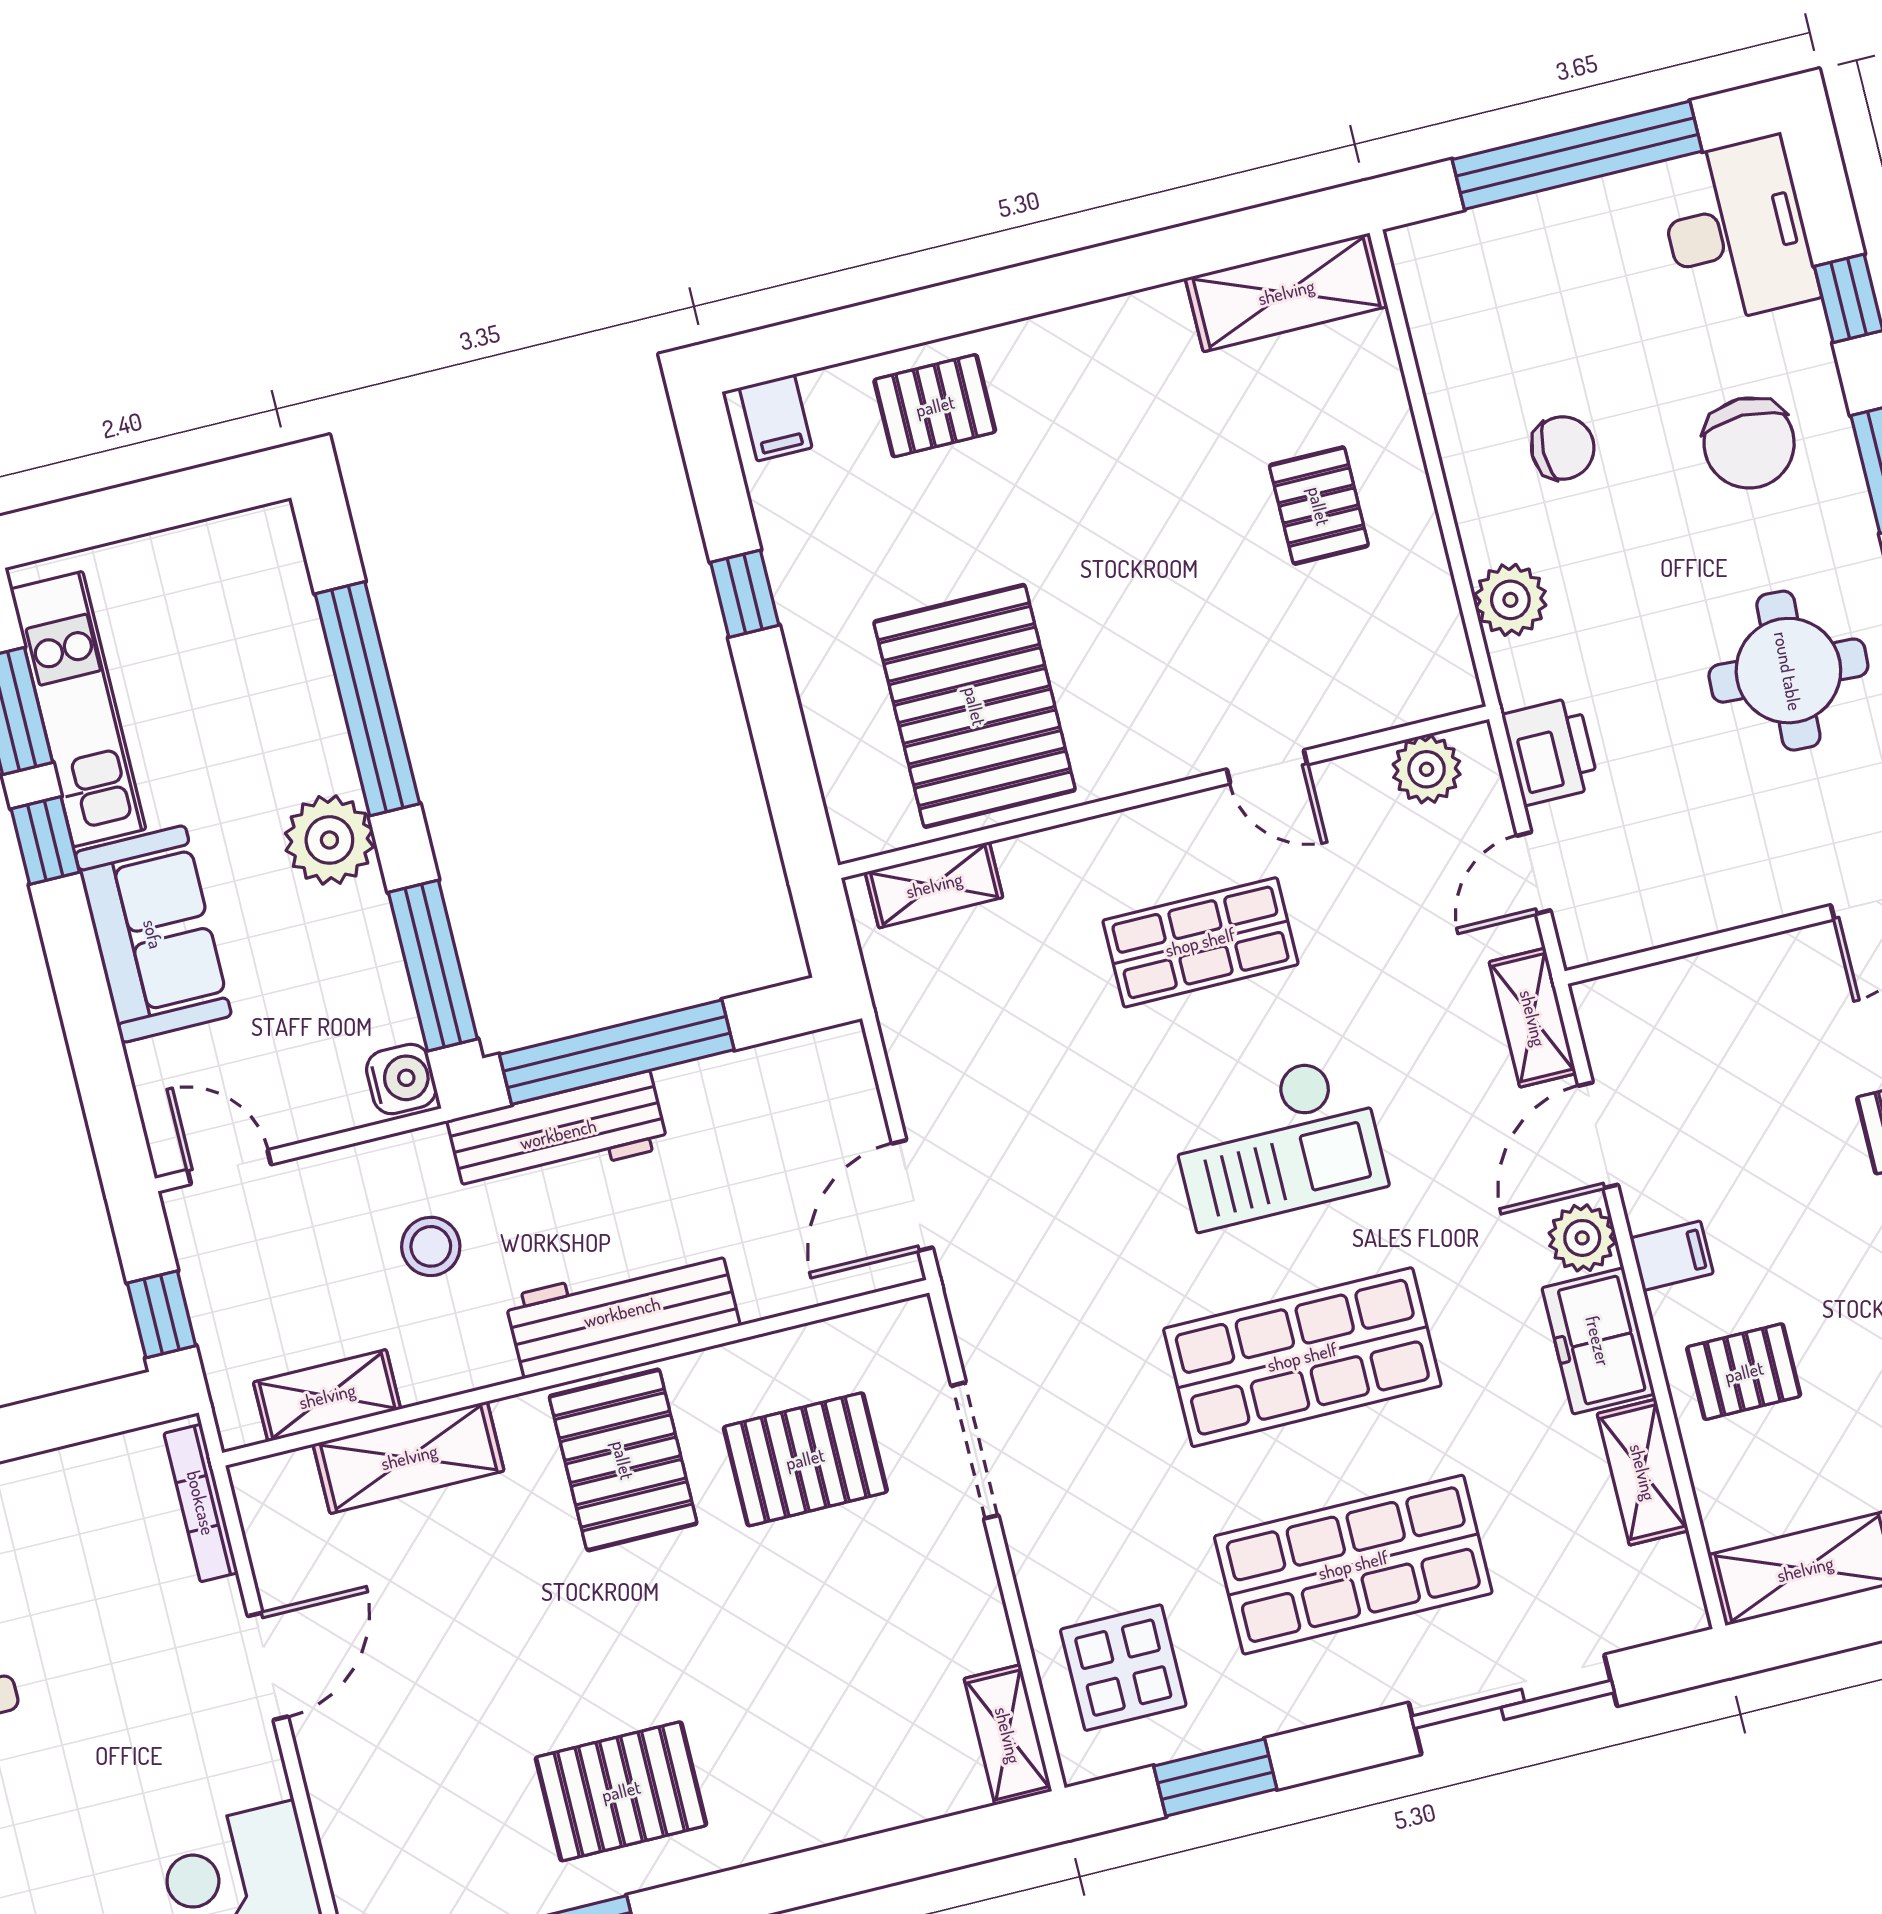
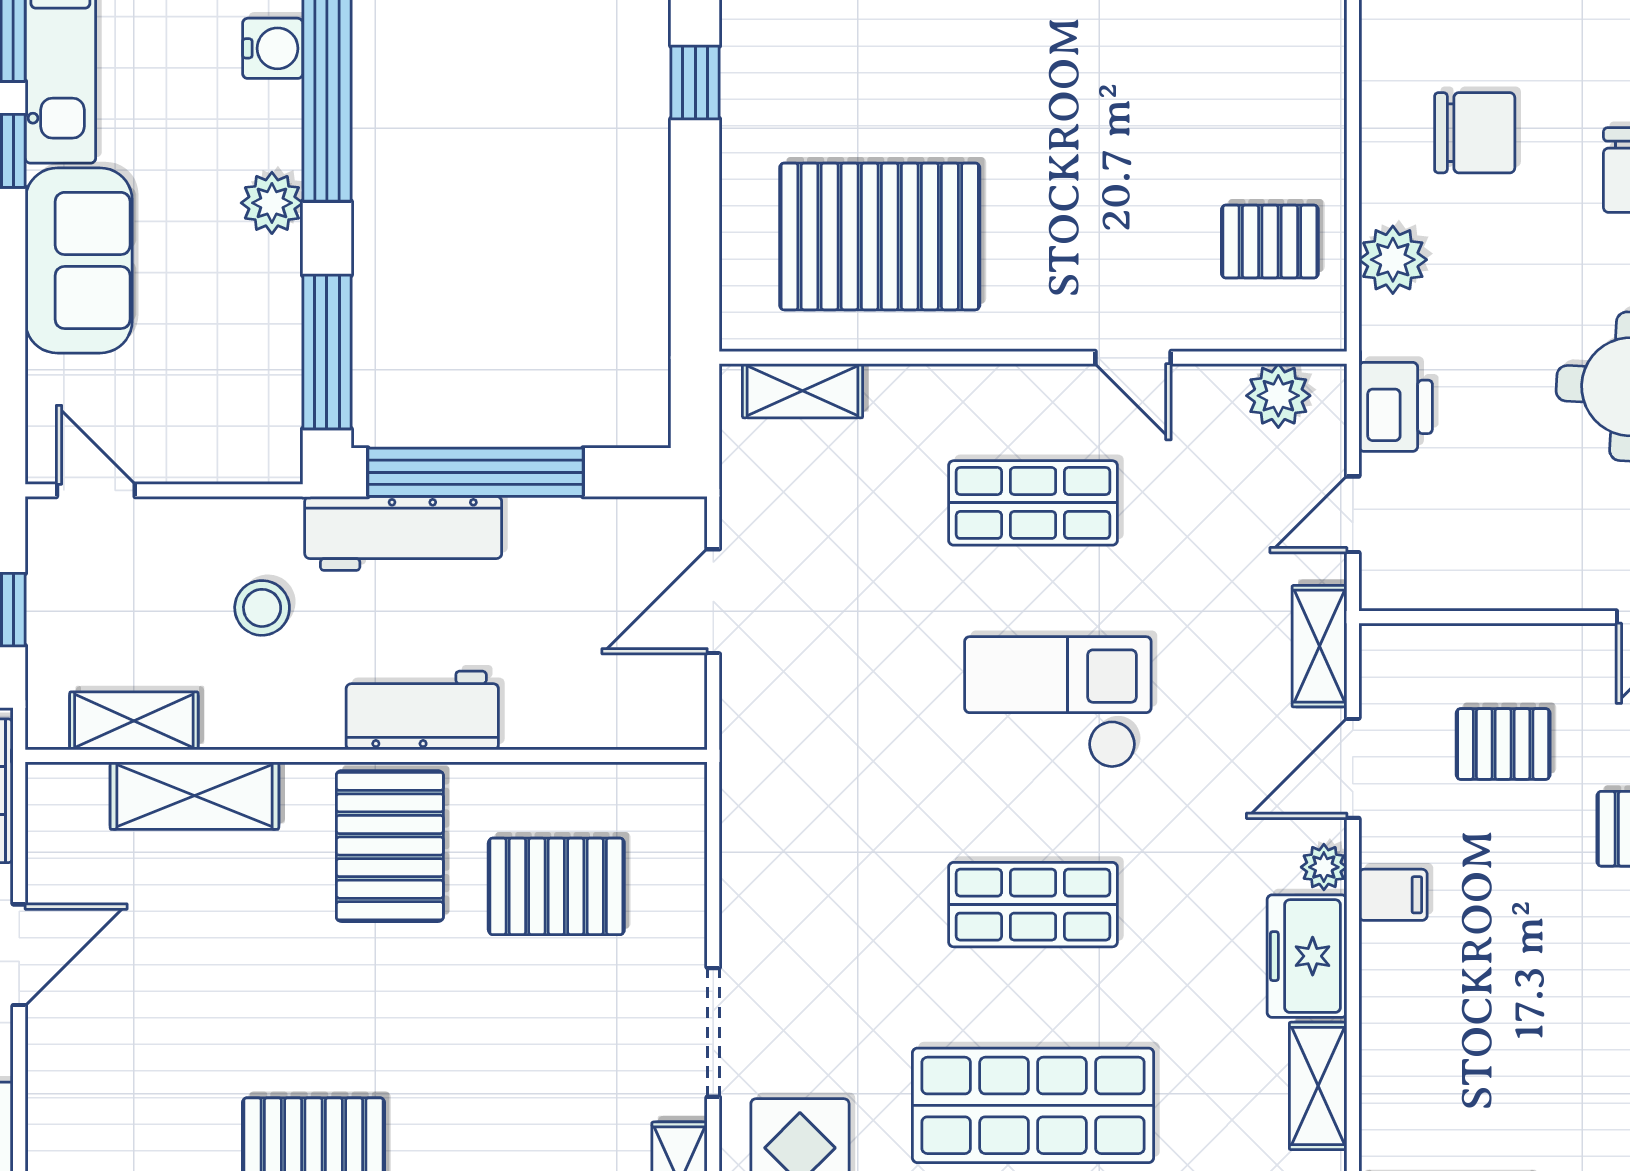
chair: (1563, 448) -> (1475, 133), width x1.37, depth x1.37
pallet: (1319, 506) -> (1270, 242), moved, turned 90
pallet: (975, 706) -> (880, 236), turned 90
plant: (329, 840) -> (272, 203), width x0.73, depth x0.73
water cooler: (401, 1079) -> (273, 48), moved
checkout: (1277, 1142) -> (1058, 702), turned 180
door: (912, 1196) -> (713, 601), moved
plant: (1582, 1238) -> (1324, 867), width x0.73, depth x0.73
workbench: (622, 1312) -> (422, 711), width x0.73
shop shelf: (1302, 1357) -> (1033, 905), width x0.70, depth x0.74
pallet: (1744, 1372) -> (1503, 744), moved
doorway: (975, 1450) -> (713, 1032), moved

